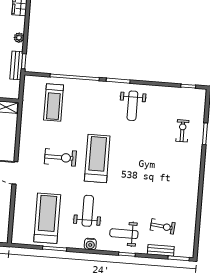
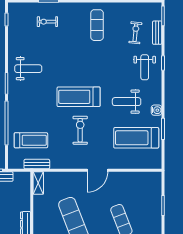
bench: (27, 107) -> (37, 164), added
exercise mat: (174, 185) -> (97, 25), added
water cooler: (90, 244) -> (156, 110), moved

